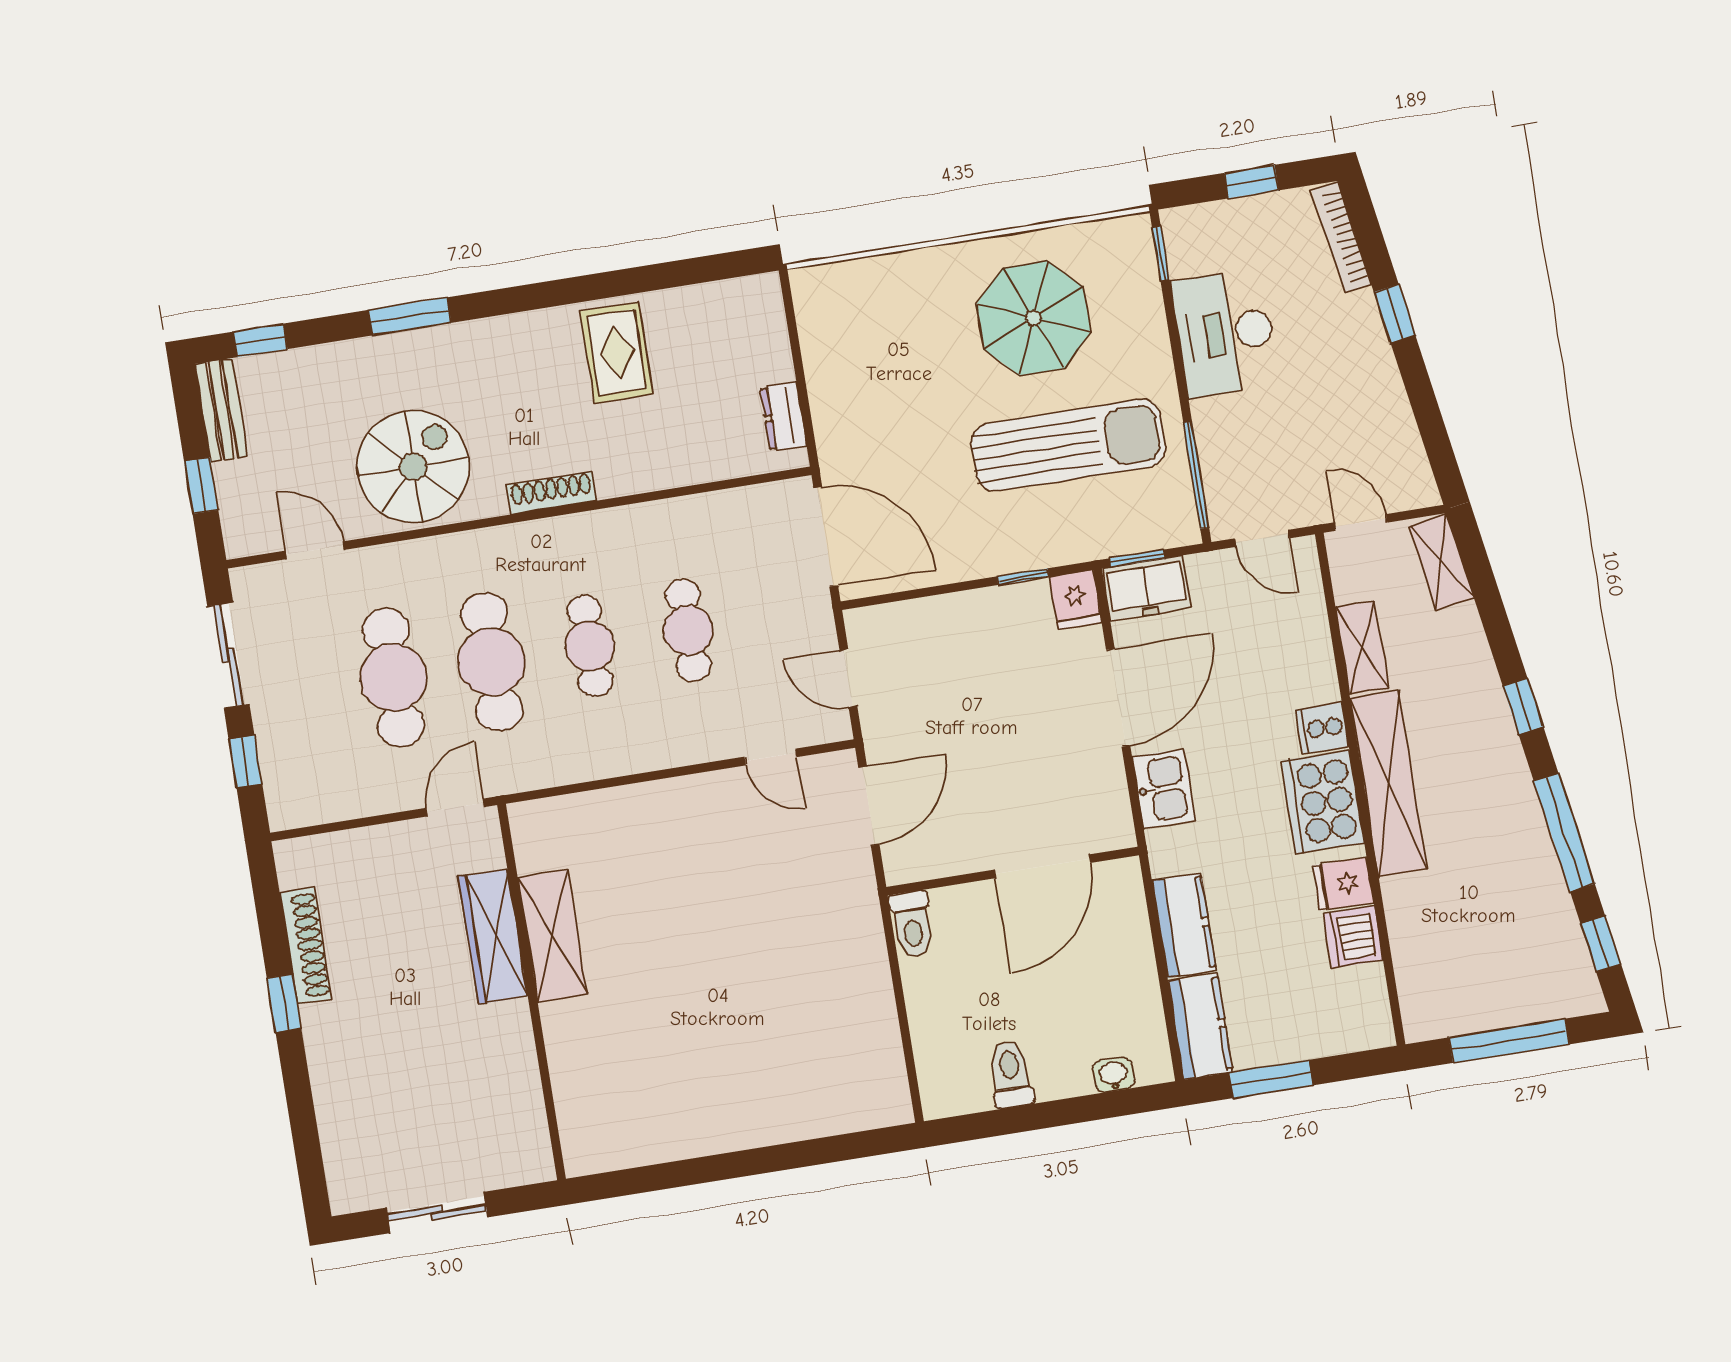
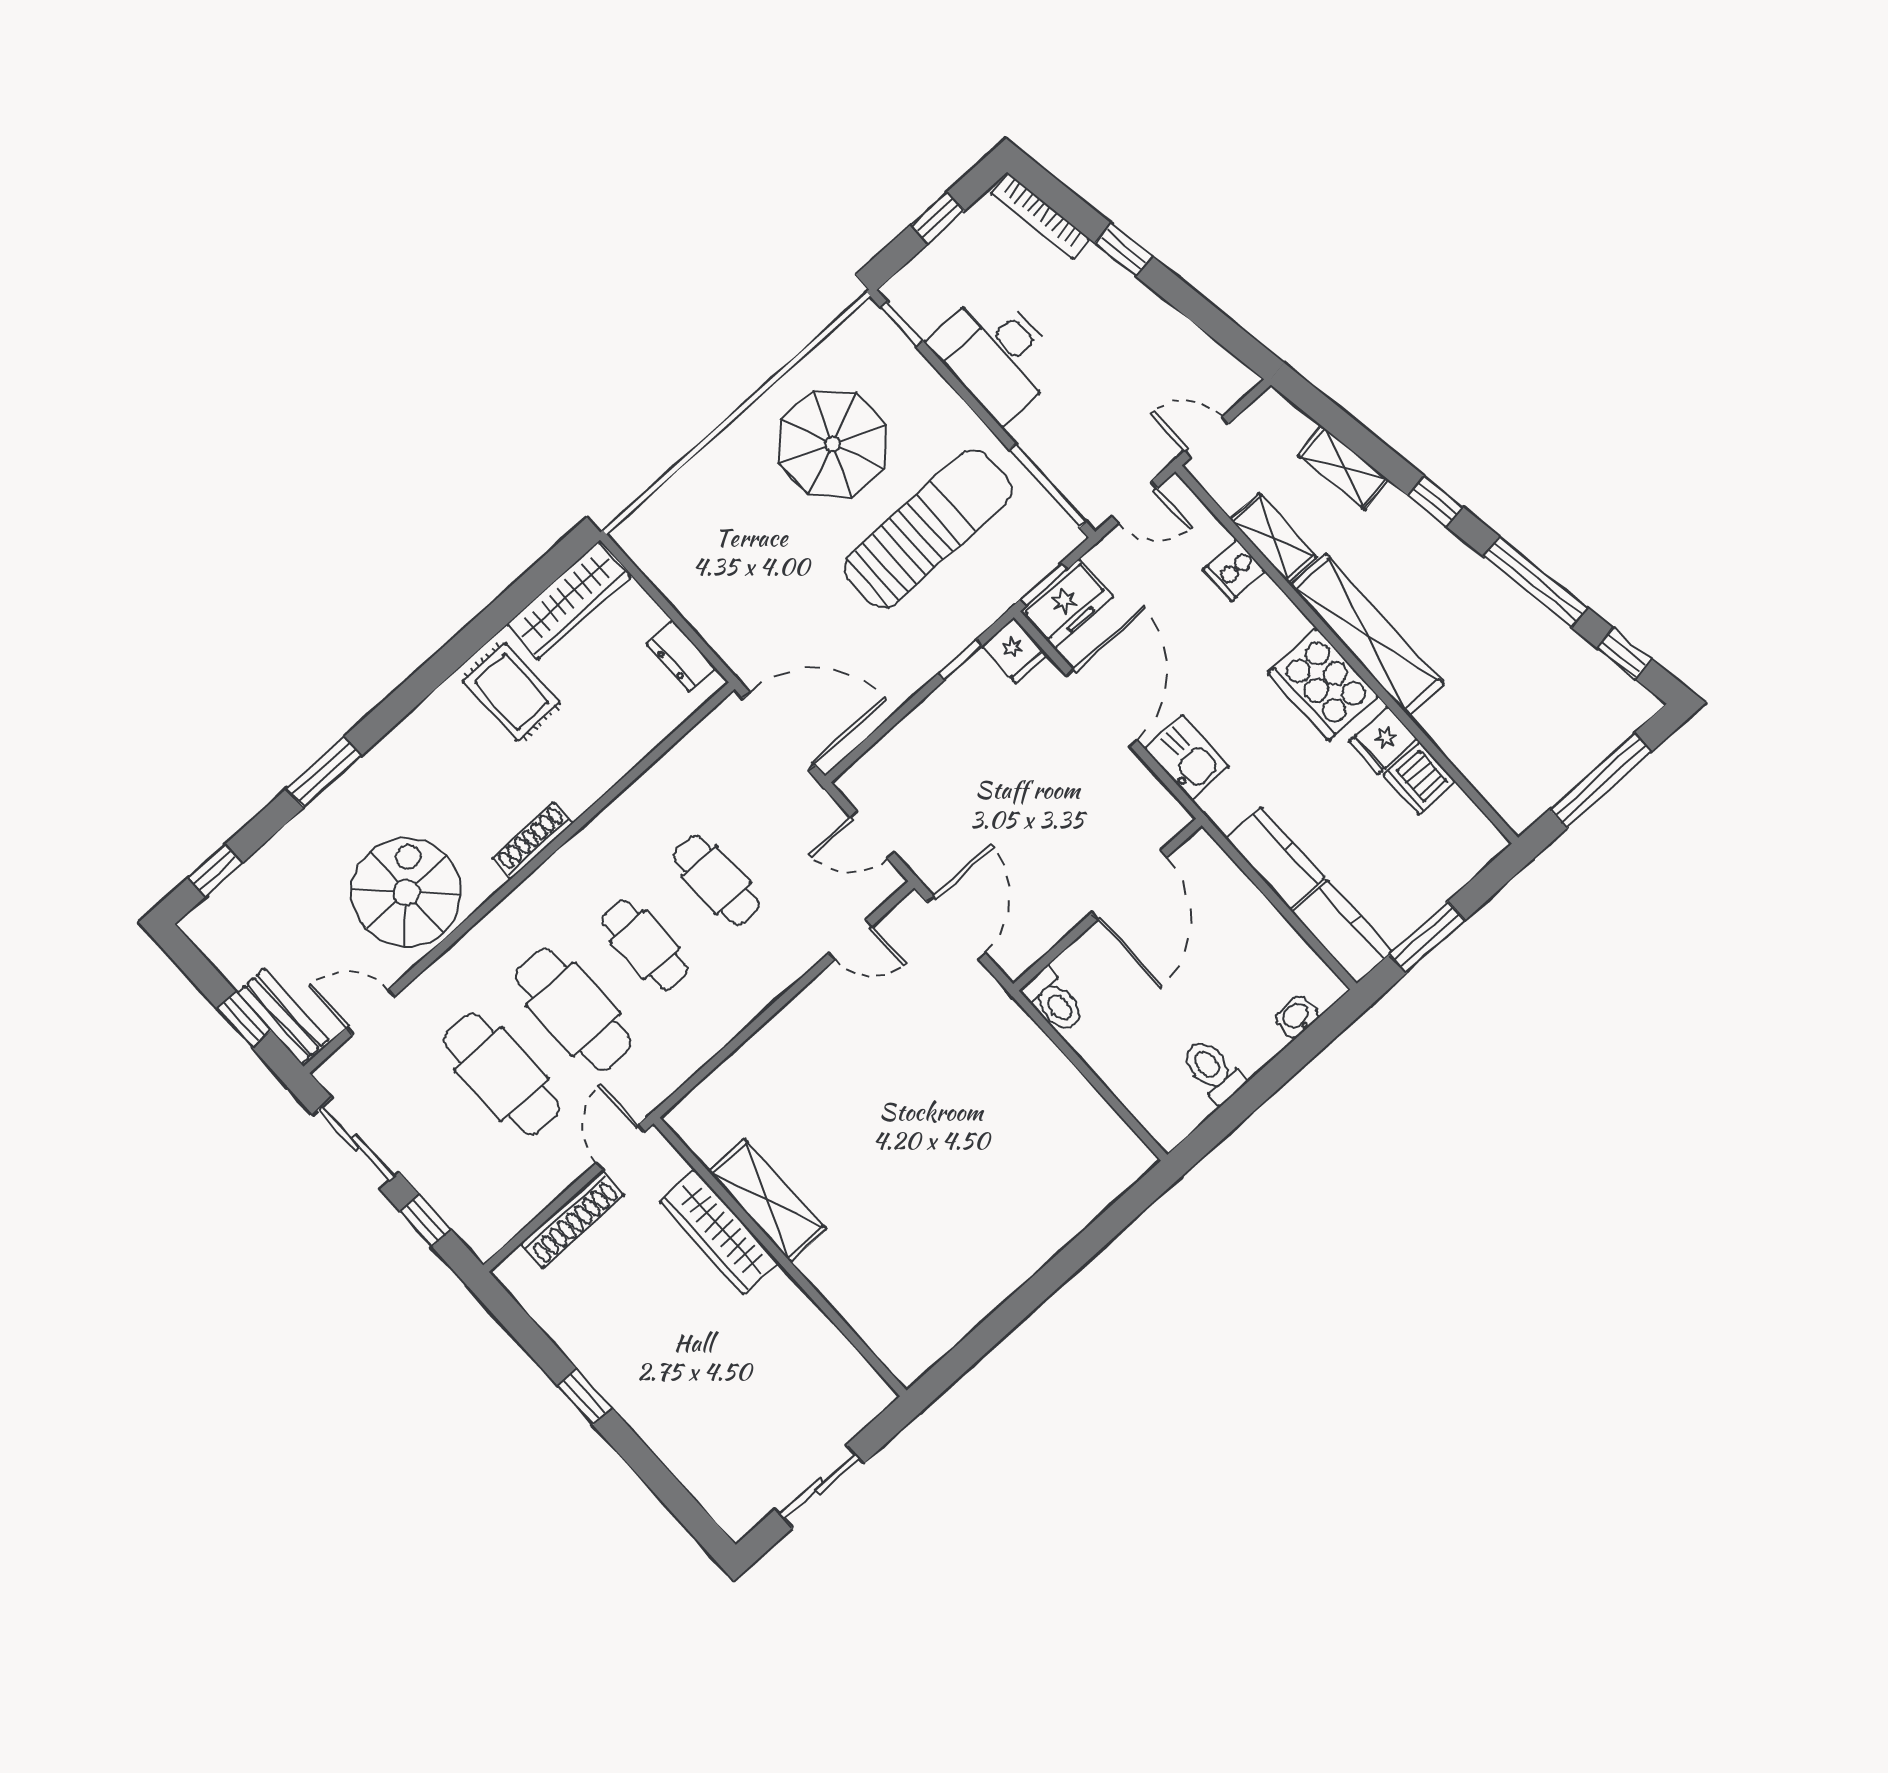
wardrobe: (717, 305) -> (568, 600), added
bench: (221, 410) -> (283, 1016), moved
shelving: (1441, 562) -> (1343, 468), moved
cooker: (1322, 728) -> (1234, 570), moved
shoe rack: (306, 946) -> (572, 1219), moved, turned 90

